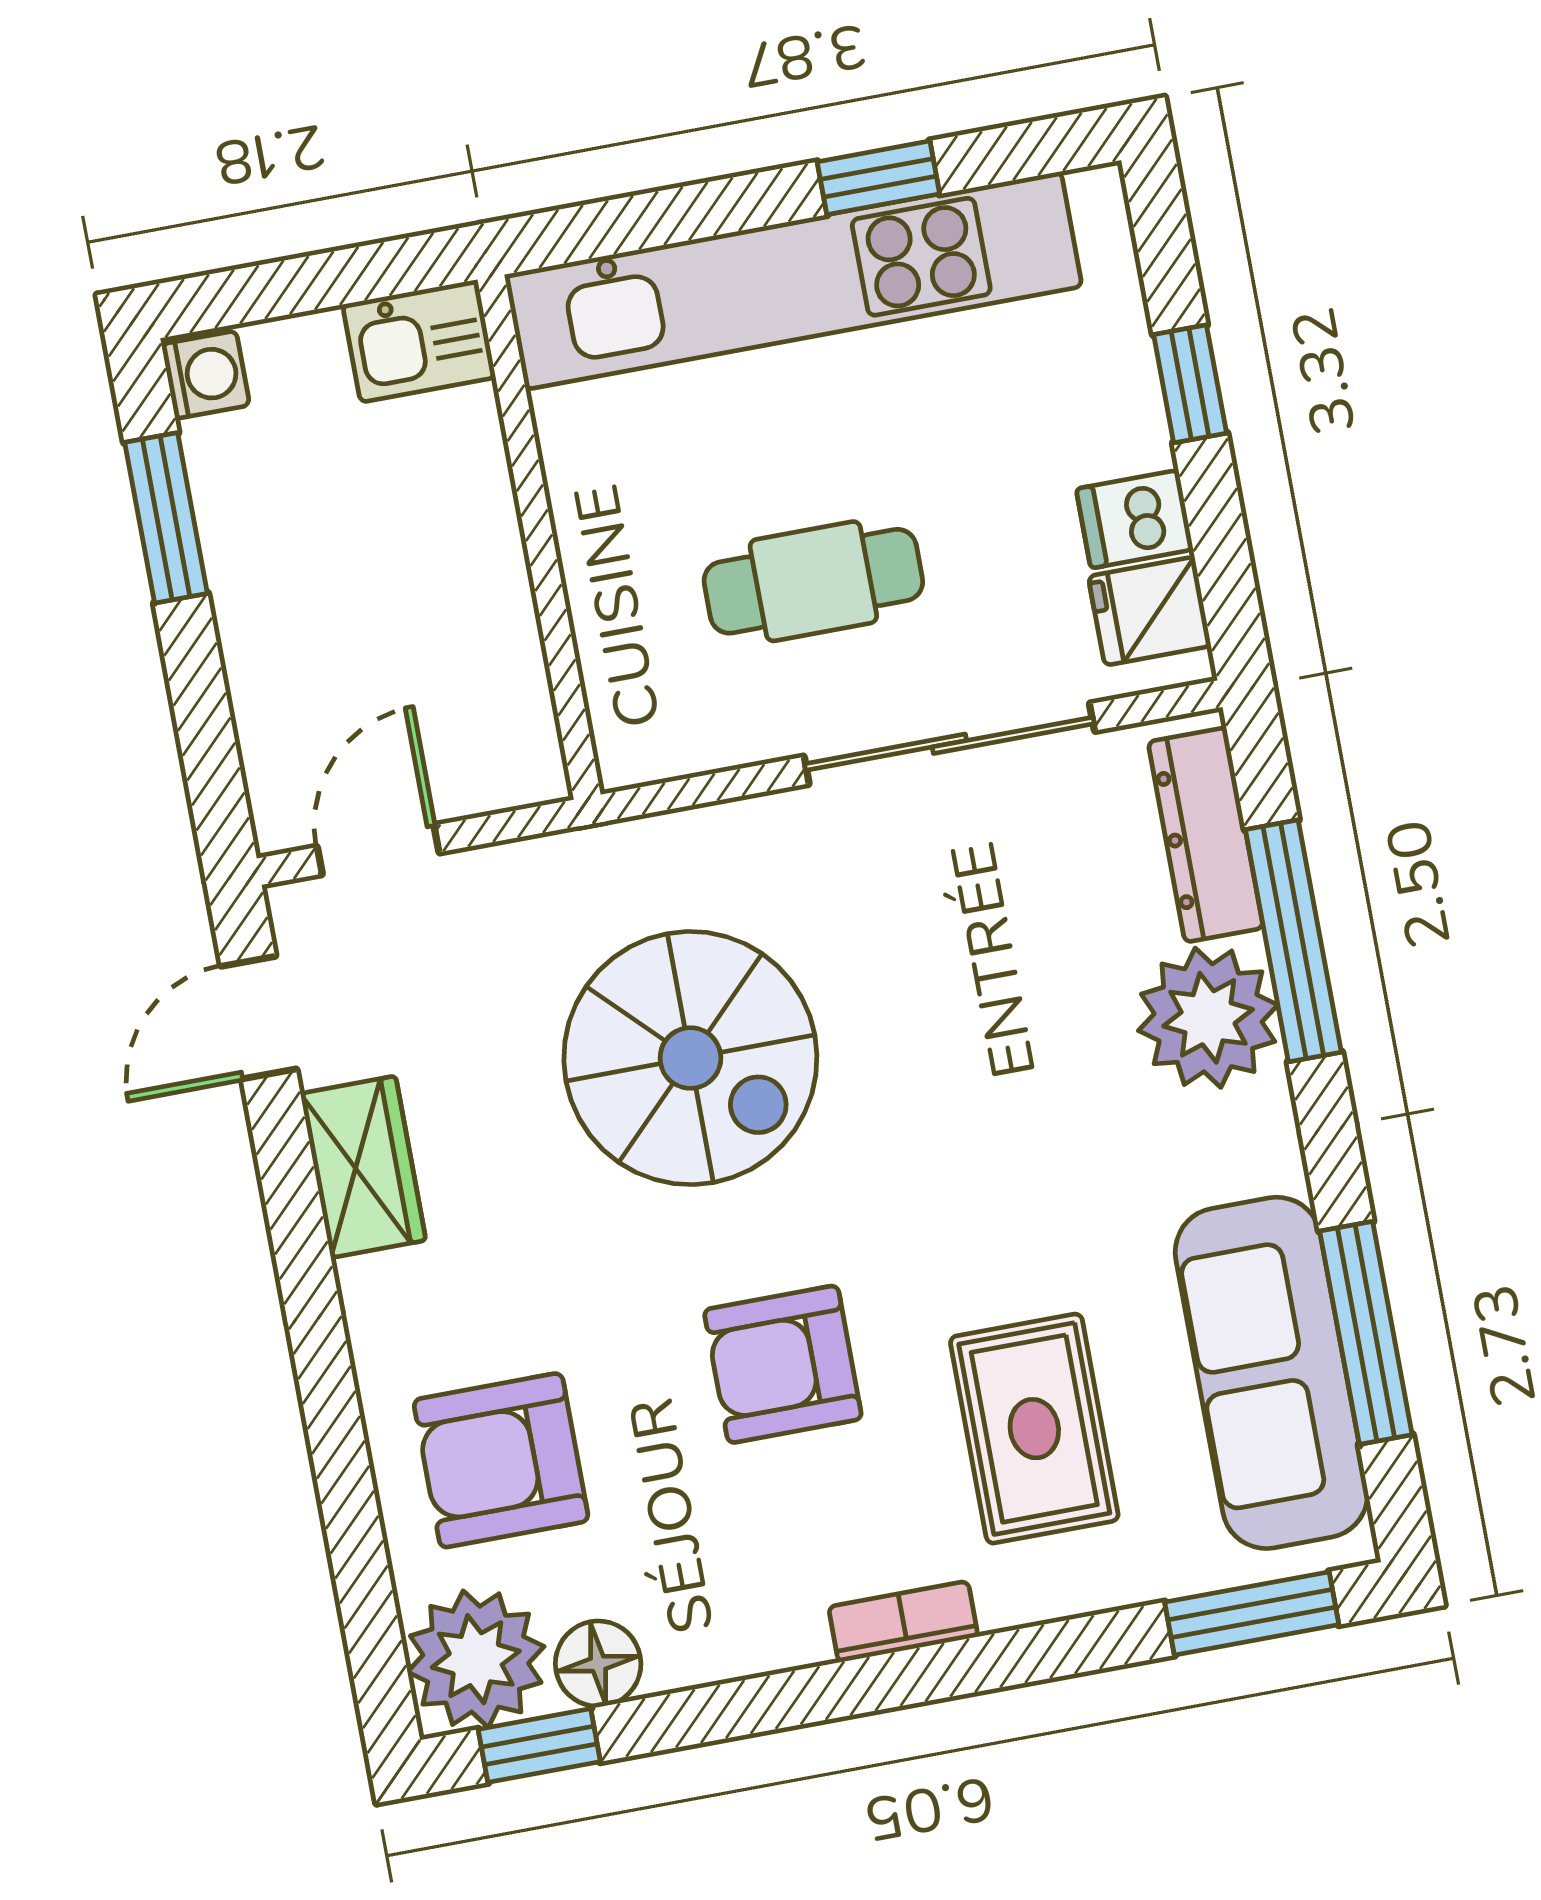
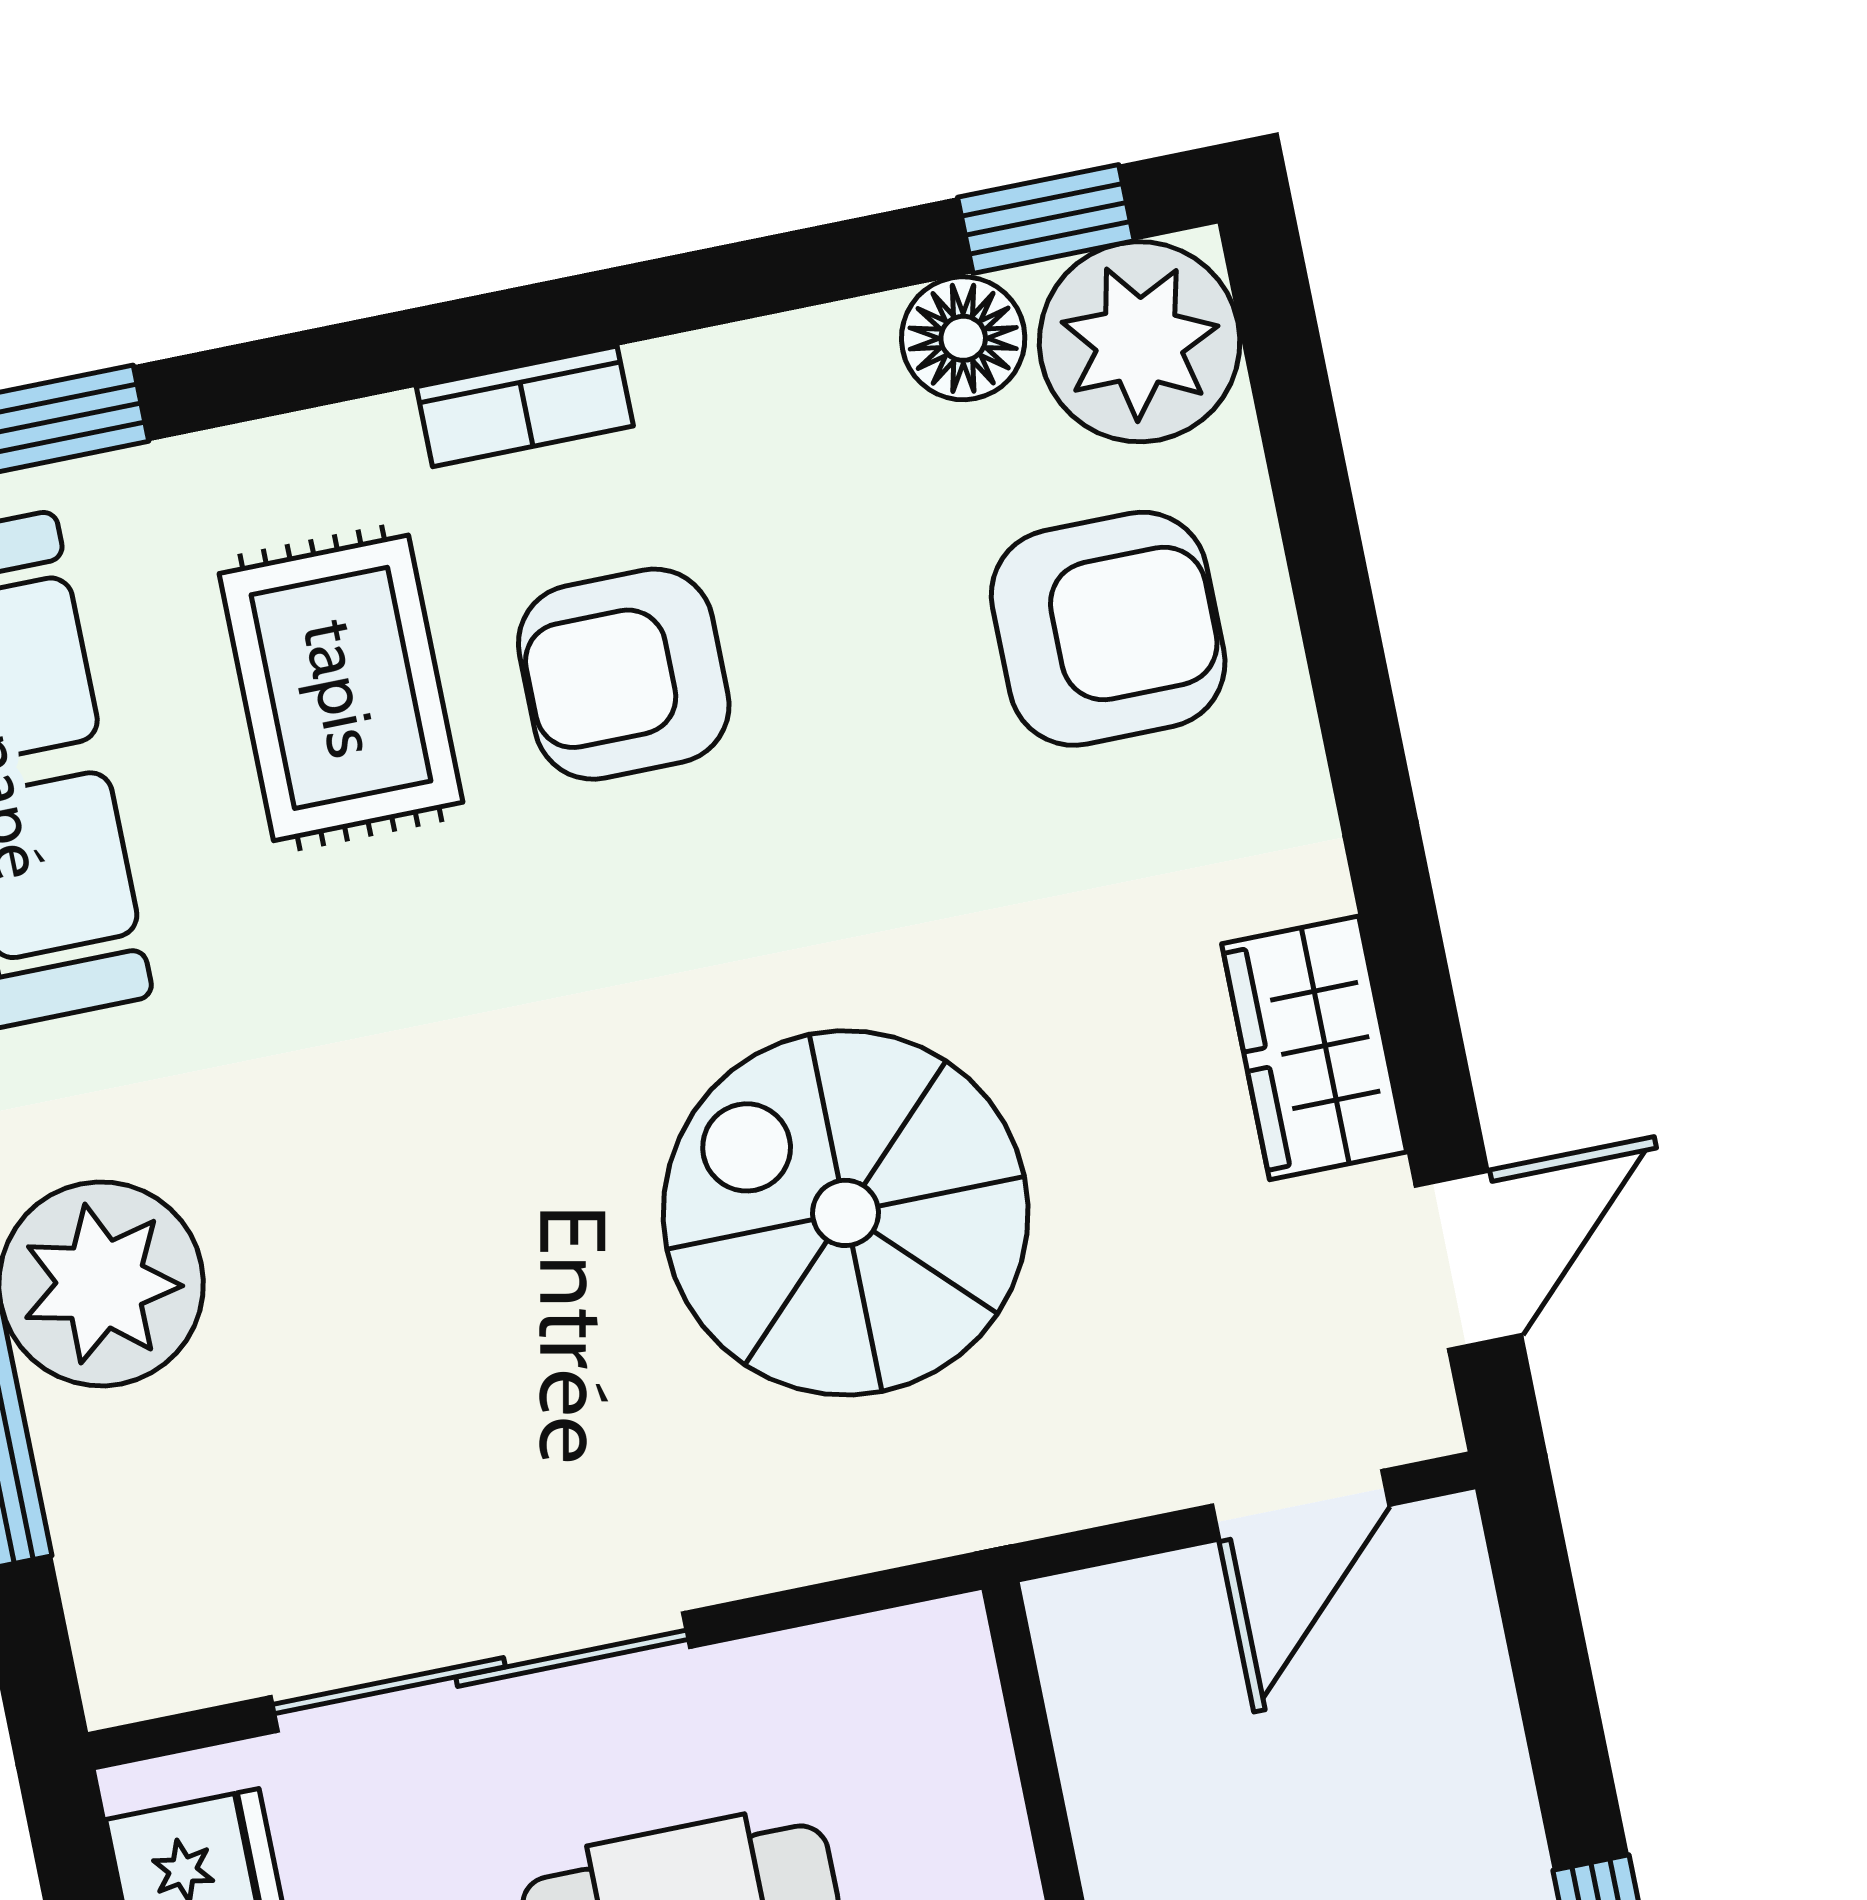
dresser: (1206, 835) -> (109, 1547), removed
armchair: (783, 1364) -> (624, 674), moved, turned 180

